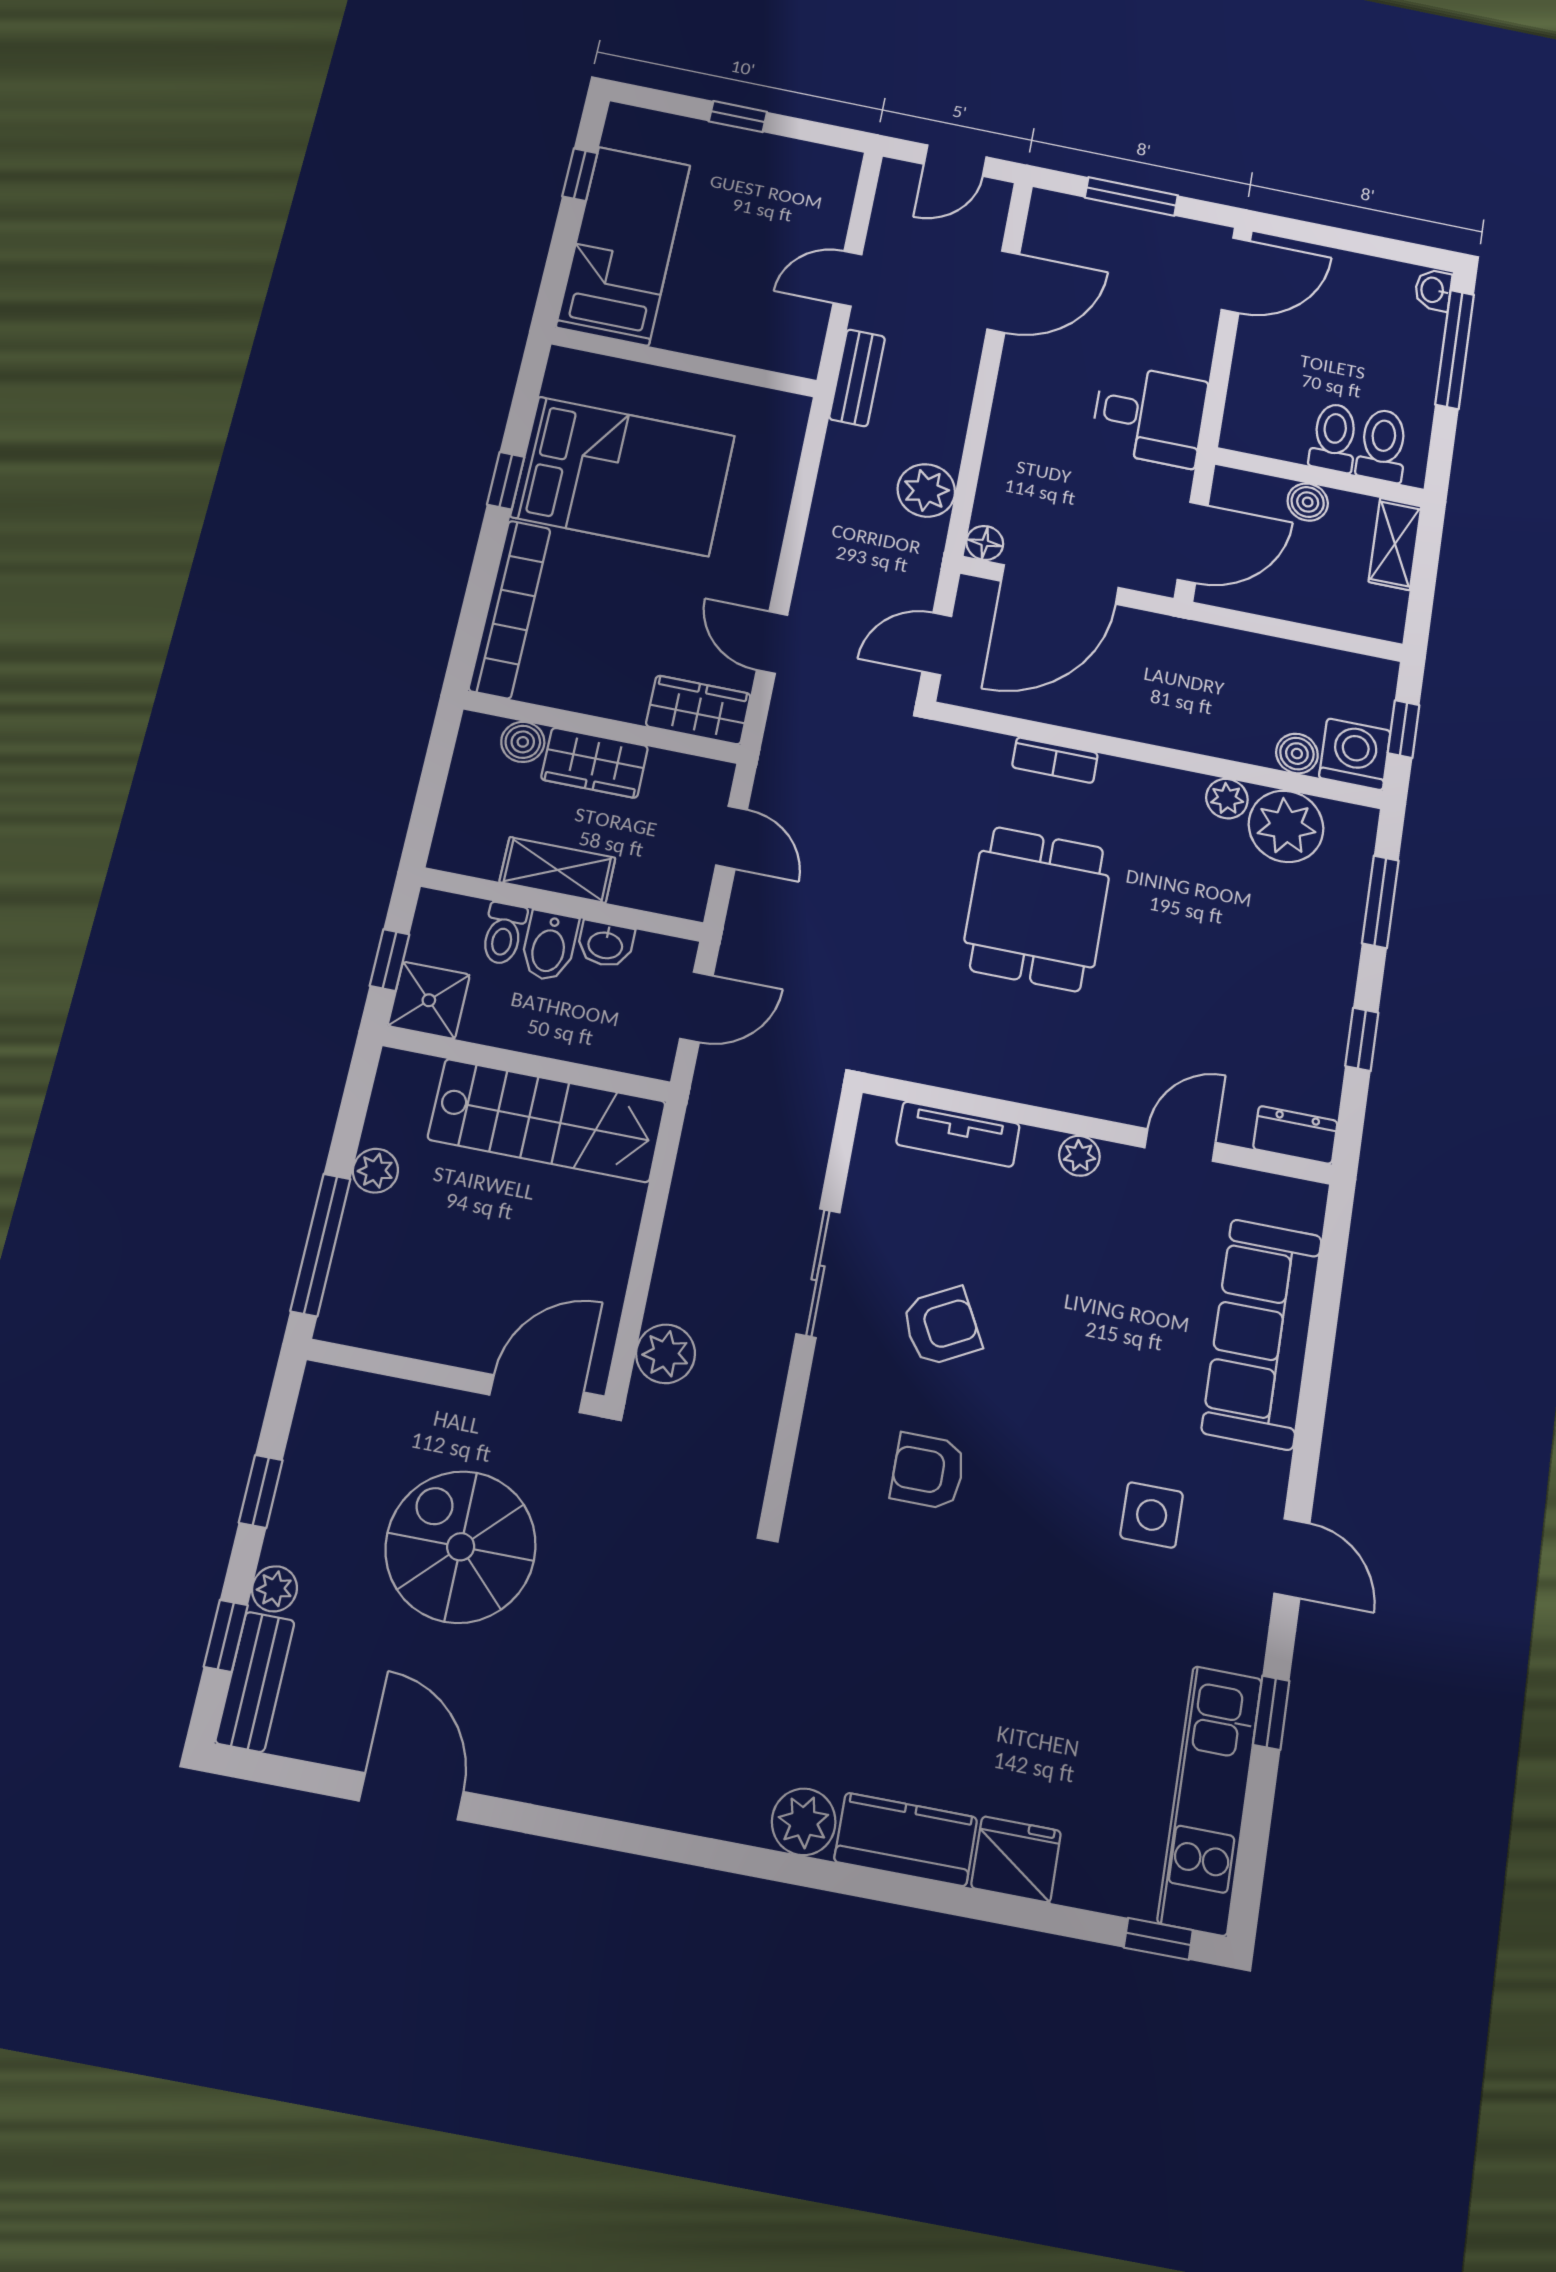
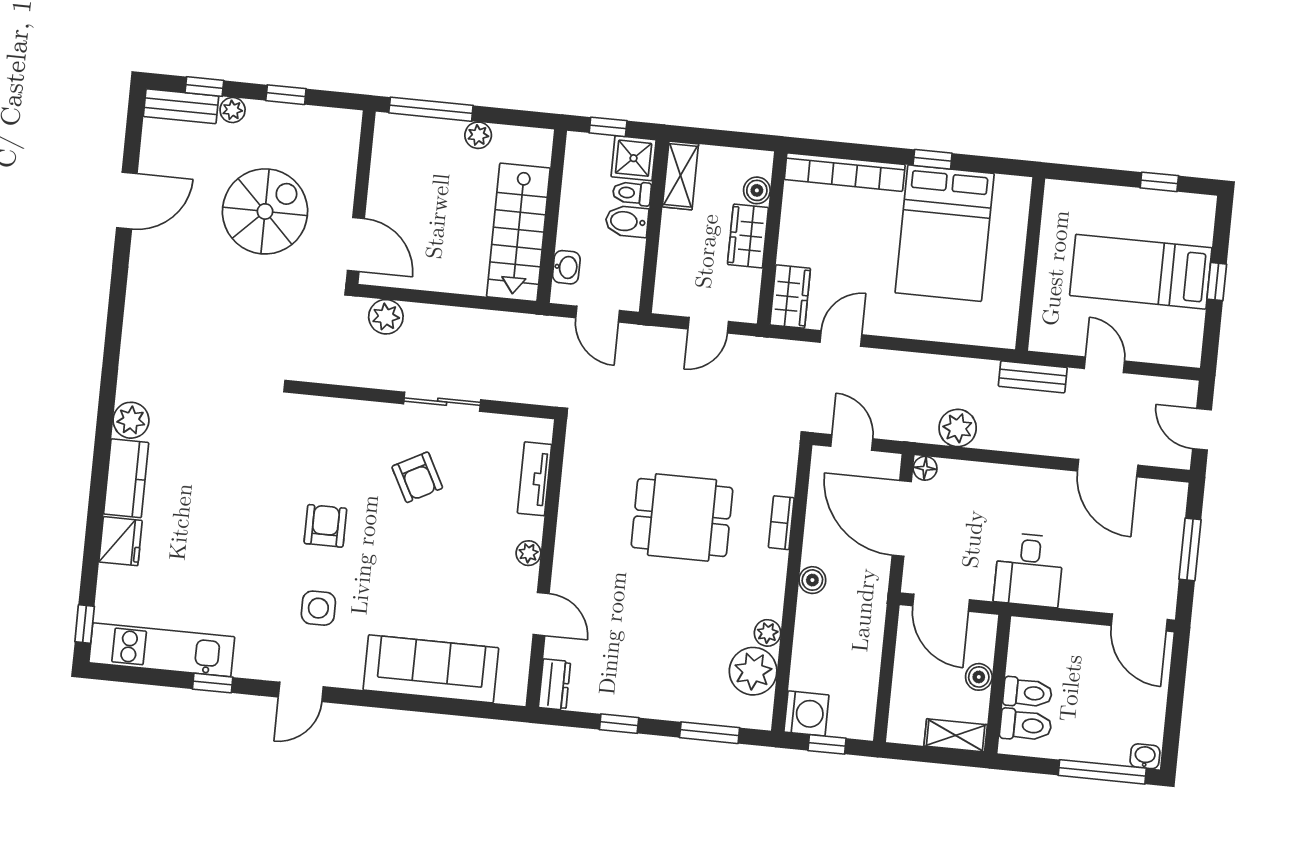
bed: (624, 246) -> (1141, 272), moved, turned 180
boiler: (1297, 754) -> (812, 580), moved
shelving: (557, 870) -> (680, 175), moved
washbasin: (605, 944) -> (566, 267), moved, turned 180
shower: (429, 1000) -> (634, 158), moved
armchair: (928, 1471) -> (325, 526), moved

